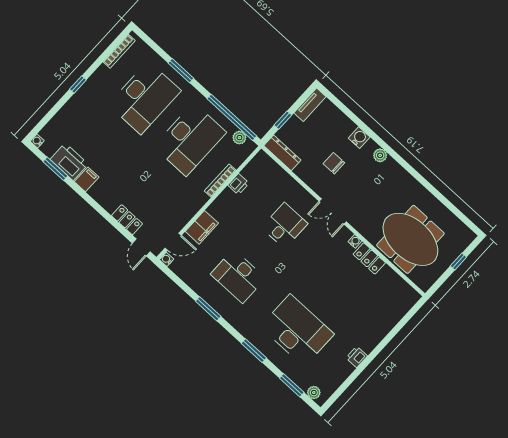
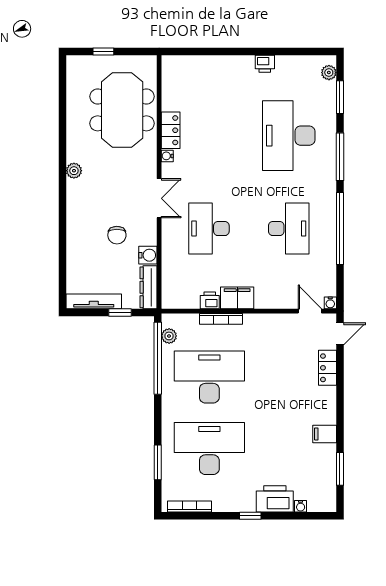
window: (181, 71) -> (158, 462), moved
tv unit: (310, 105) -> (94, 301), width x1.41
water cooler: (359, 138) -> (148, 255), moved, turned 180
water cooler: (37, 141) -> (301, 506), moved
plant: (380, 155) -> (74, 171), moved
printer: (69, 162) -> (275, 499), moved, turned 90
desk: (285, 225) -> (209, 229), width x1.37
filing cabinet: (202, 227) -> (237, 298), moved
window: (208, 309) -> (340, 228), width x2.11
window: (254, 351) -> (340, 157), width x1.44

